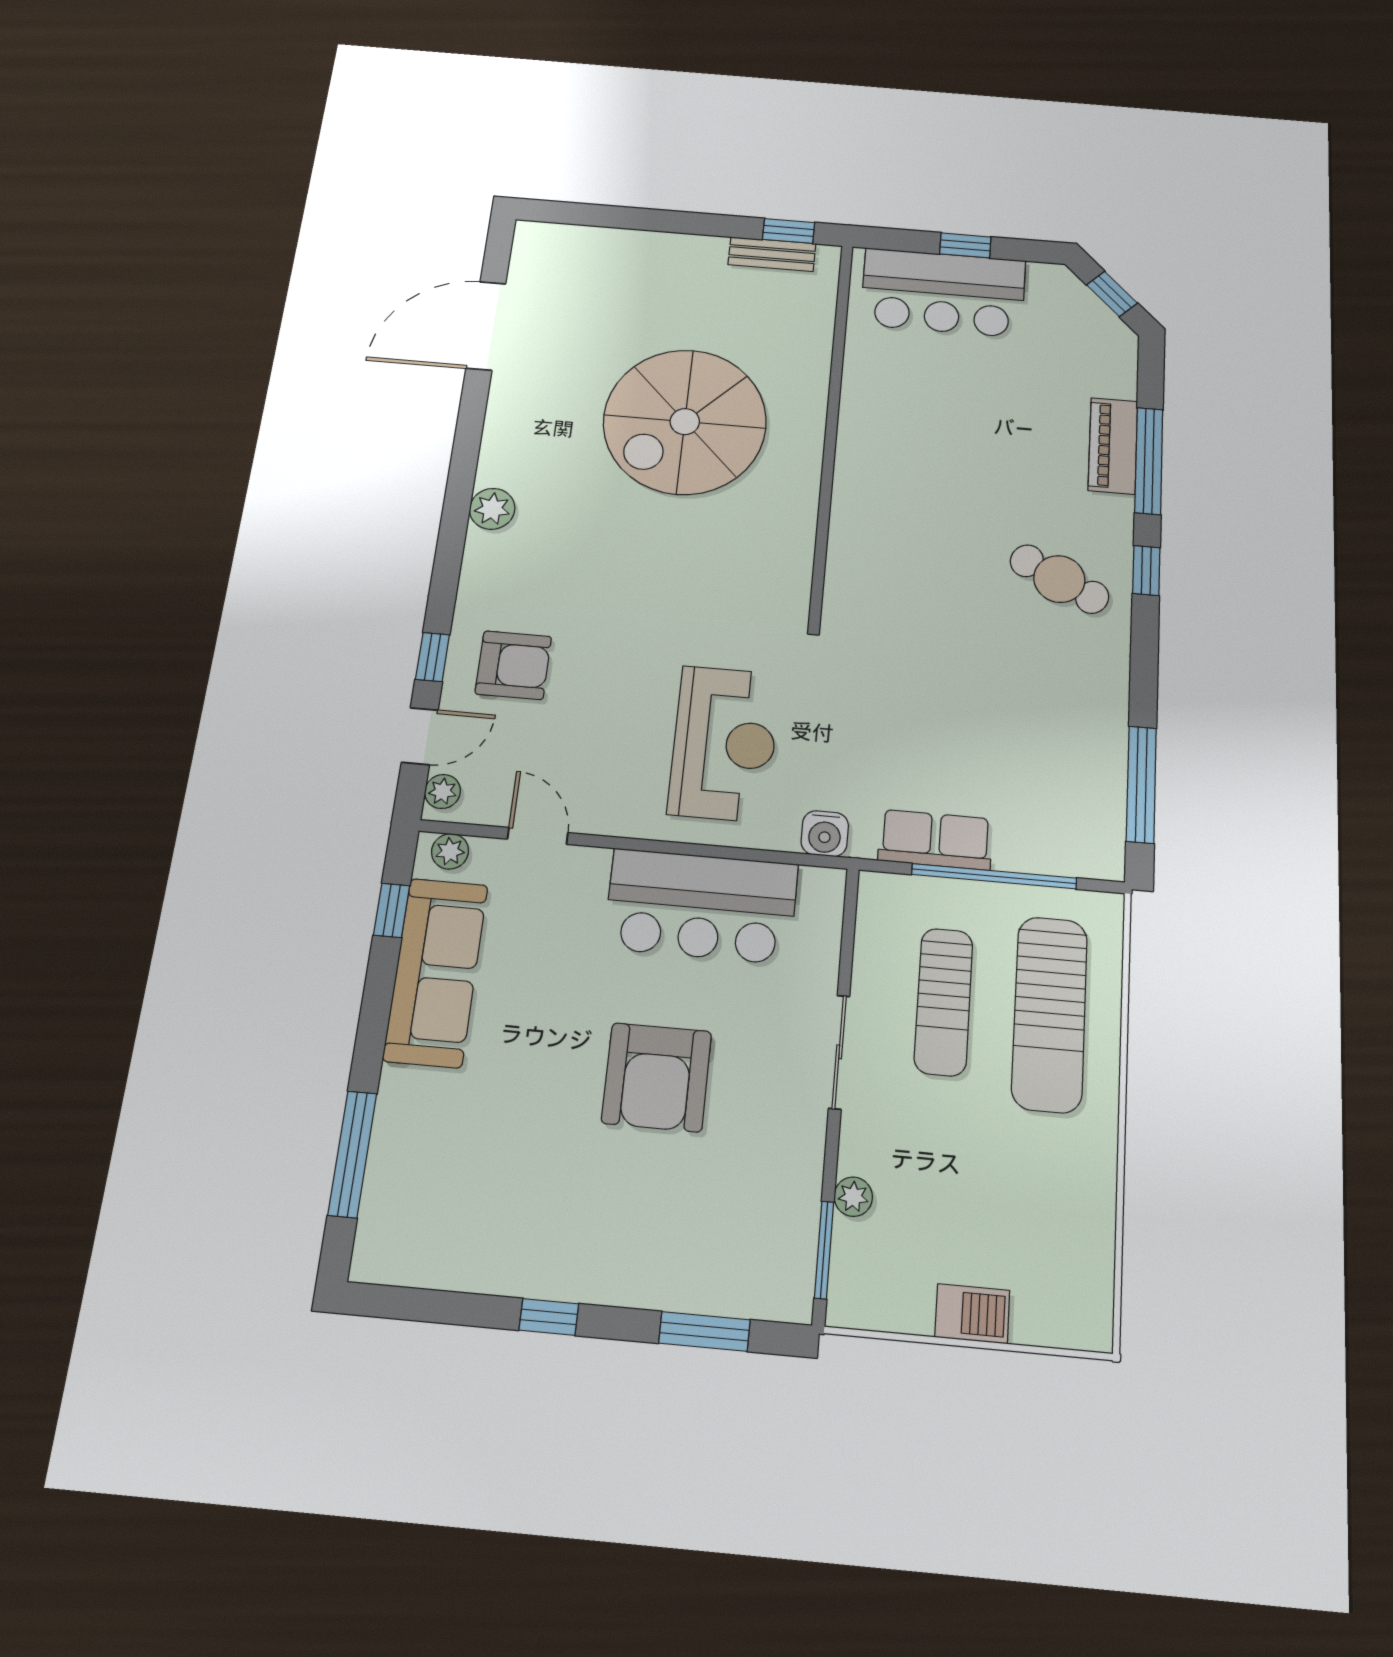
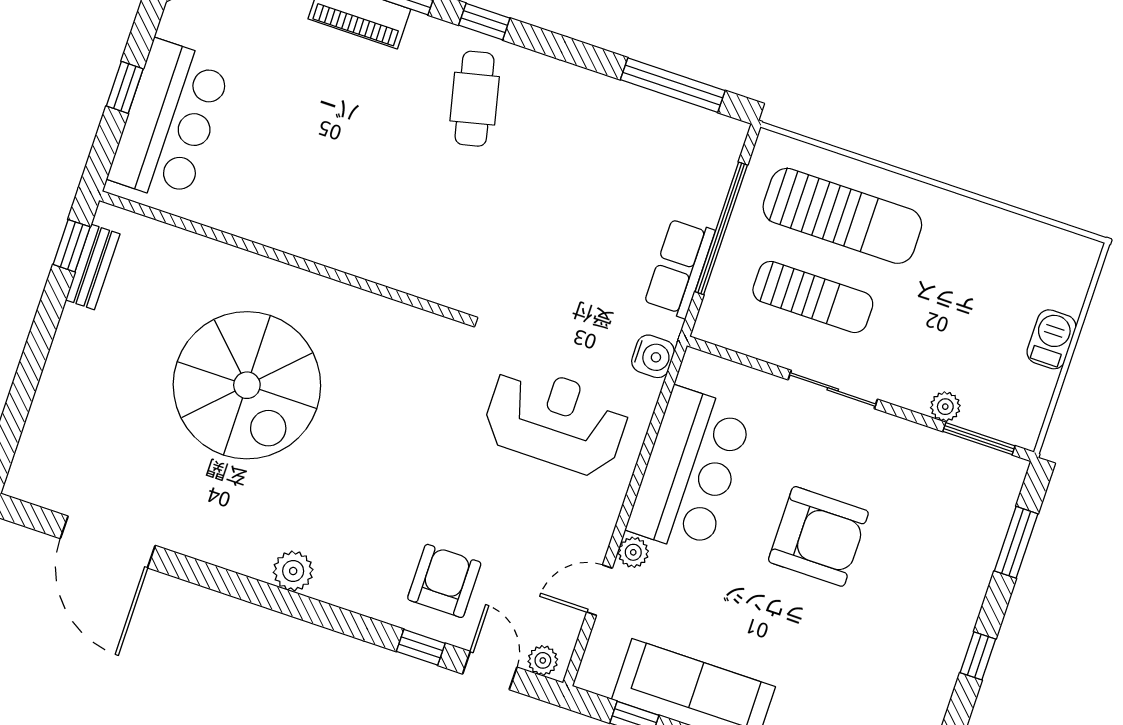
cafe table: (1059, 579) -> (475, 99), turned -40
plant: (450, 851) -> (633, 552), moved

